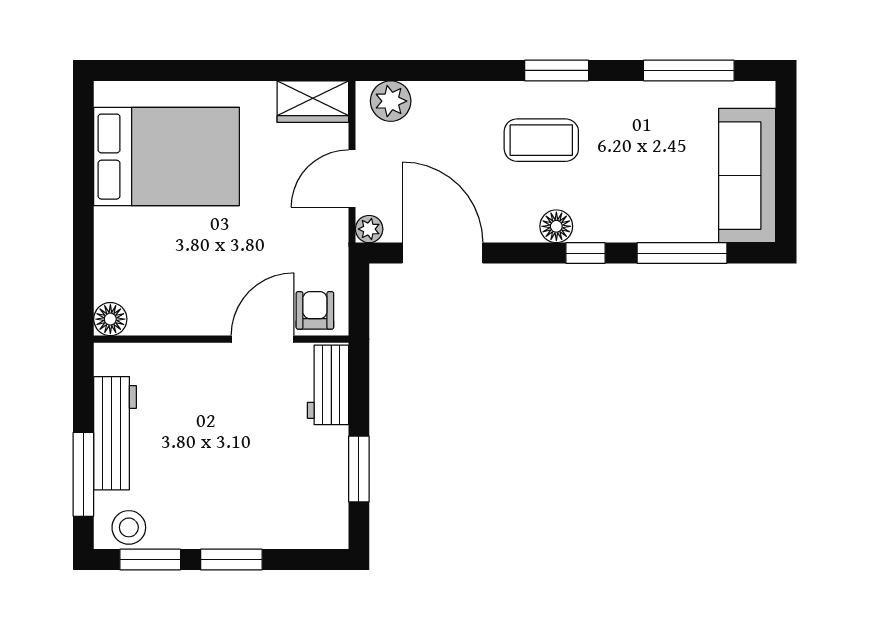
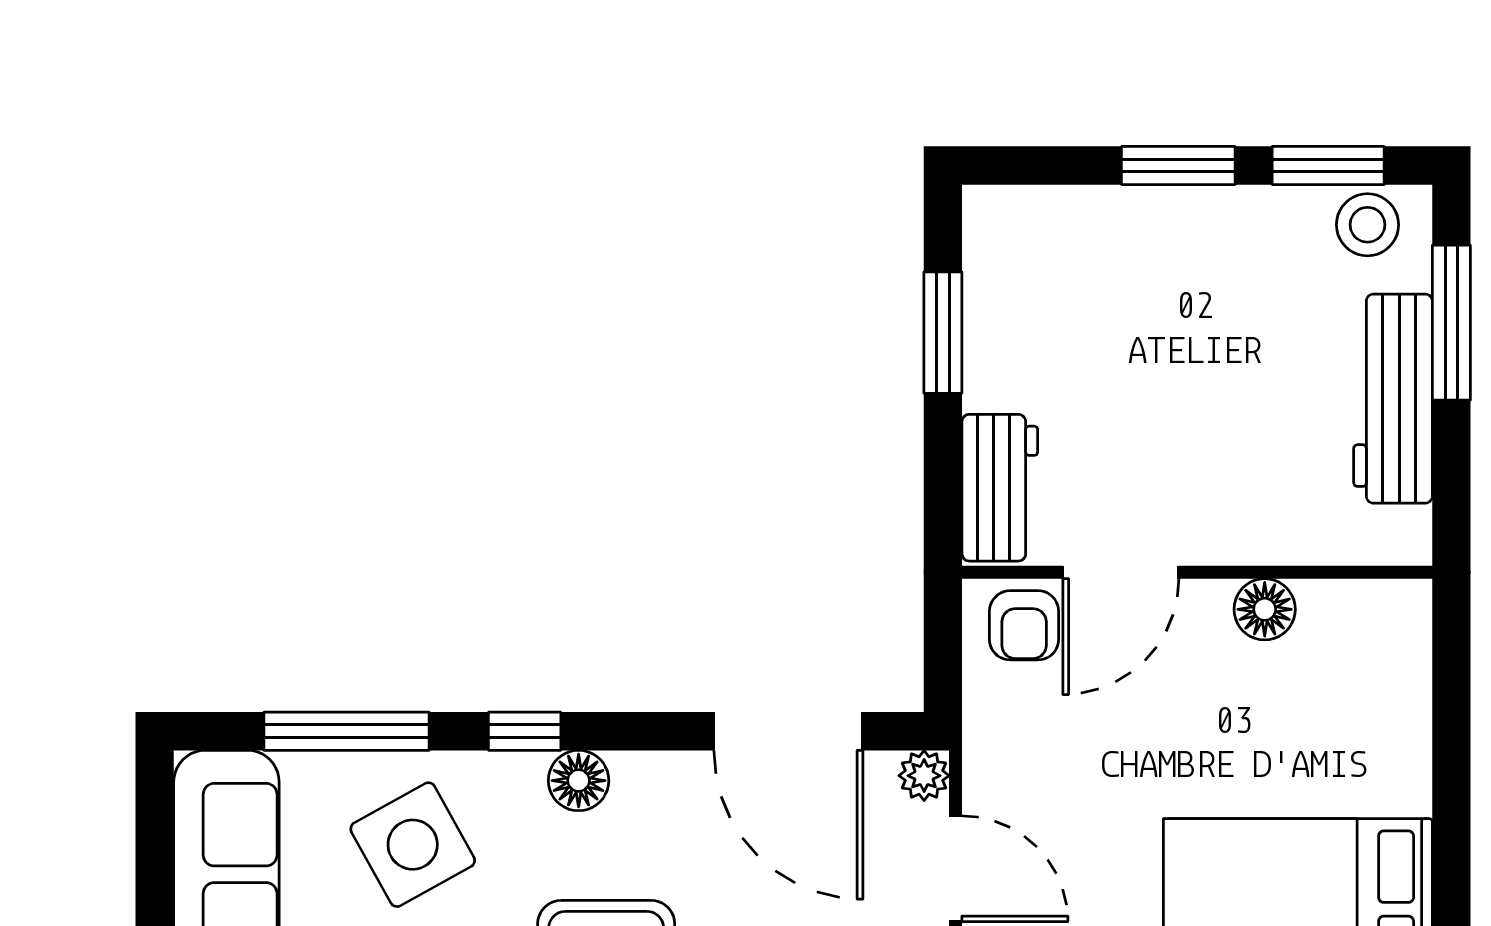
door: (352, 178) -> (956, 869), hinge flipped
side table: (646, 192) -> (413, 845), added
floor lamp: (110, 319) -> (1265, 609), moved

